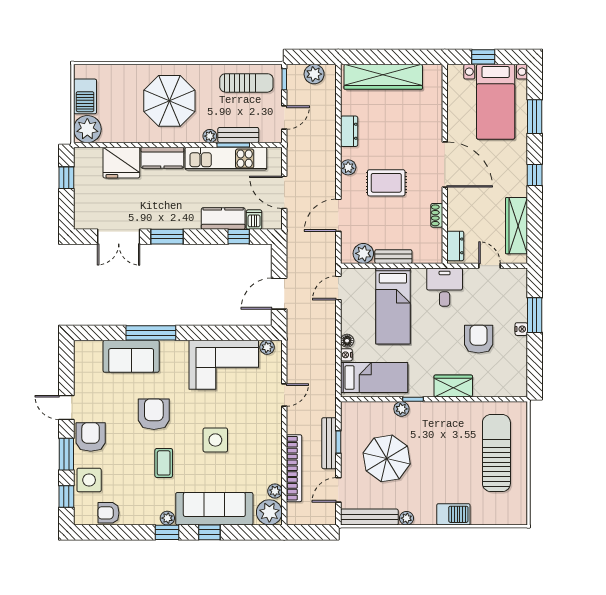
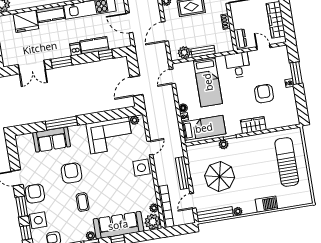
dishwasher: (254, 220) -> (75, 49), moved
side table: (215, 440) -> (141, 168), moved
bookcase: (294, 468) -> (166, 206), moved

